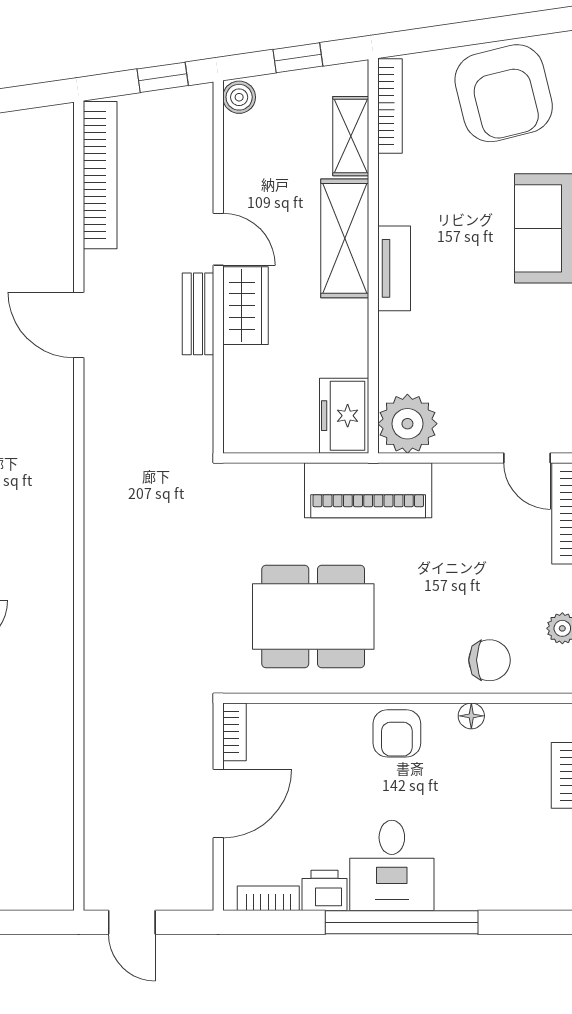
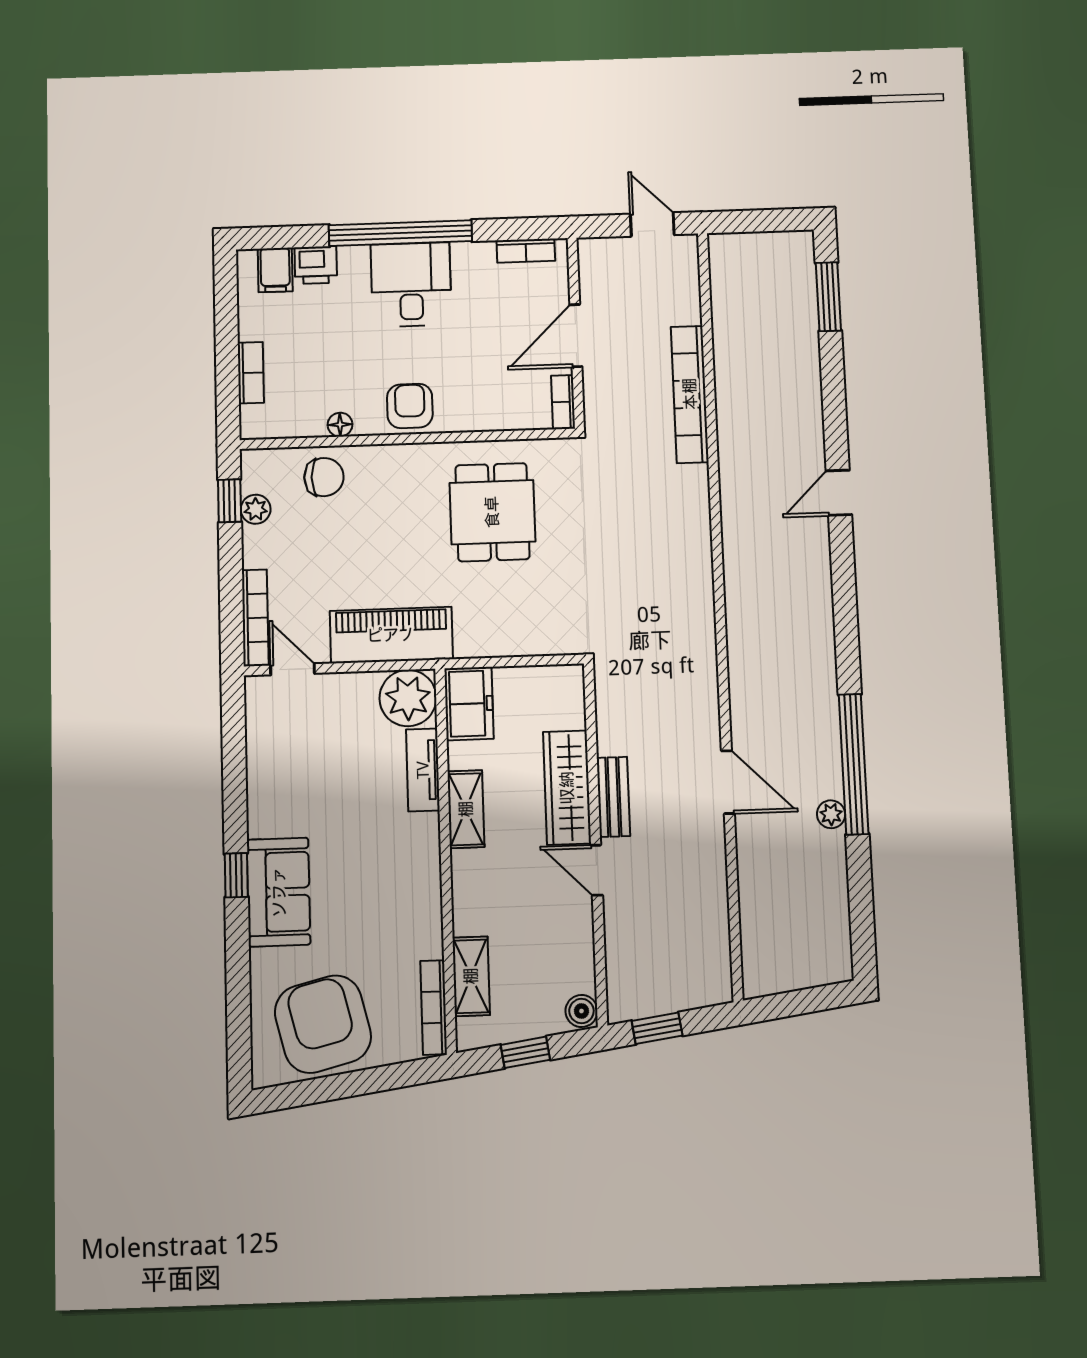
bookcase: (100, 175) -> (690, 394), moved
shelving: (345, 238) -> (466, 809), moved, width x0.67, depth x0.75
tv unit: (394, 268) -> (423, 770), moved
wardrobe: (245, 306) -> (567, 788), width x1.50
piano: (368, 490) -> (391, 635), moved
dining table: (313, 616) -> (492, 512), width x0.73
chair: (490, 660) -> (324, 477), turned 180
filing cabinet: (537, 887) -> (275, 270), added
printer: (324, 890) -> (316, 265), moved

